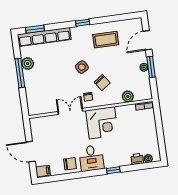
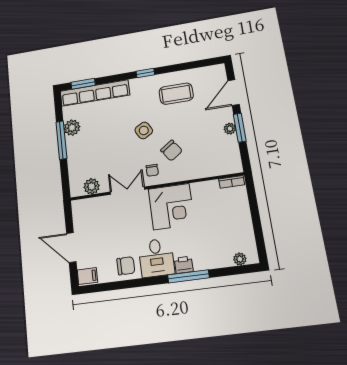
plant: (128, 96) -> (92, 186), moved
printer: (137, 159) -> (184, 265), moved
window: (113, 170) -> (188, 276), width x2.17

